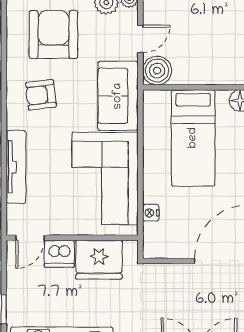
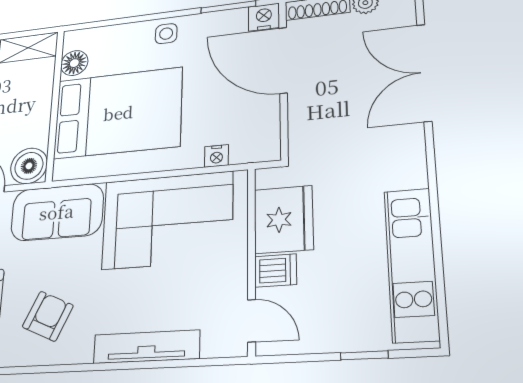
armchair: (41, 95) -> (48, 316), turned -148
bed: (193, 138) -> (118, 113), width x1.50
dishwasher: (59, 254) -> (276, 270), width x0.73

